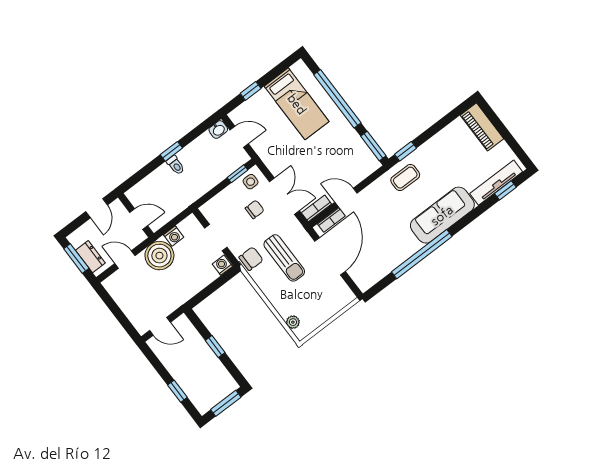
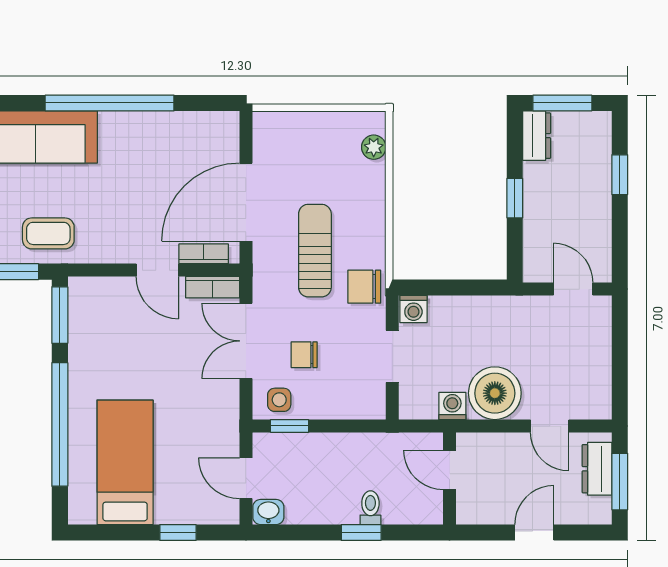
wall: (136, 215) -> (450, 478), moved
door: (139, 219) -> (450, 470), moved
dresser: (226, 381) -> (537, 136), added

